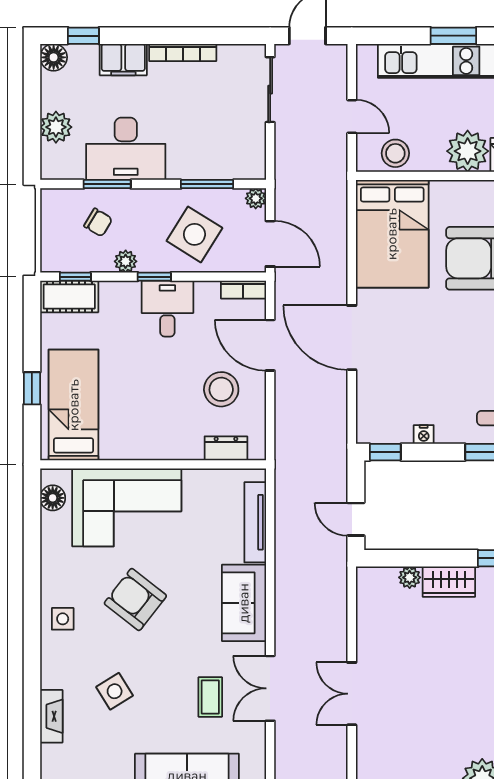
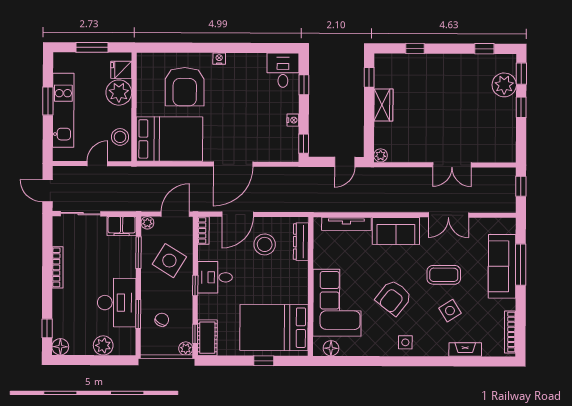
filing cabinet: (123, 60) -> (122, 226), moved, turned 90
plant: (126, 261) -> (186, 349), moved
bed: (74, 405) -> (274, 328), width x1.50
dresser: (226, 448) -> (301, 242), width x1.44
plant: (410, 577) -> (381, 155), moved
coffee table: (210, 697) -> (444, 275), moved, width x1.36, depth x1.30

